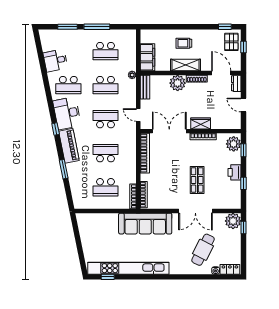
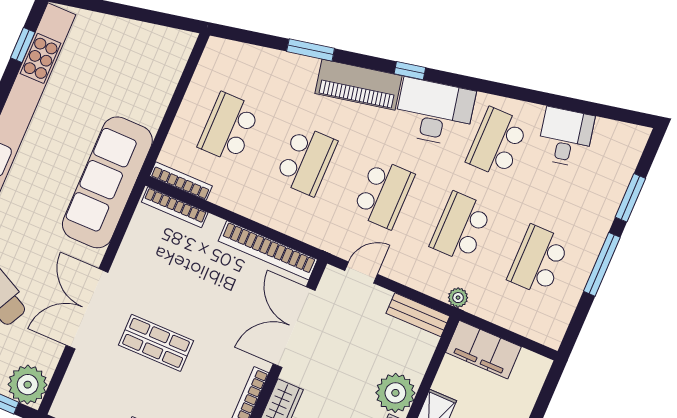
double door: (169, 131) -> (294, 327), swing flipped

